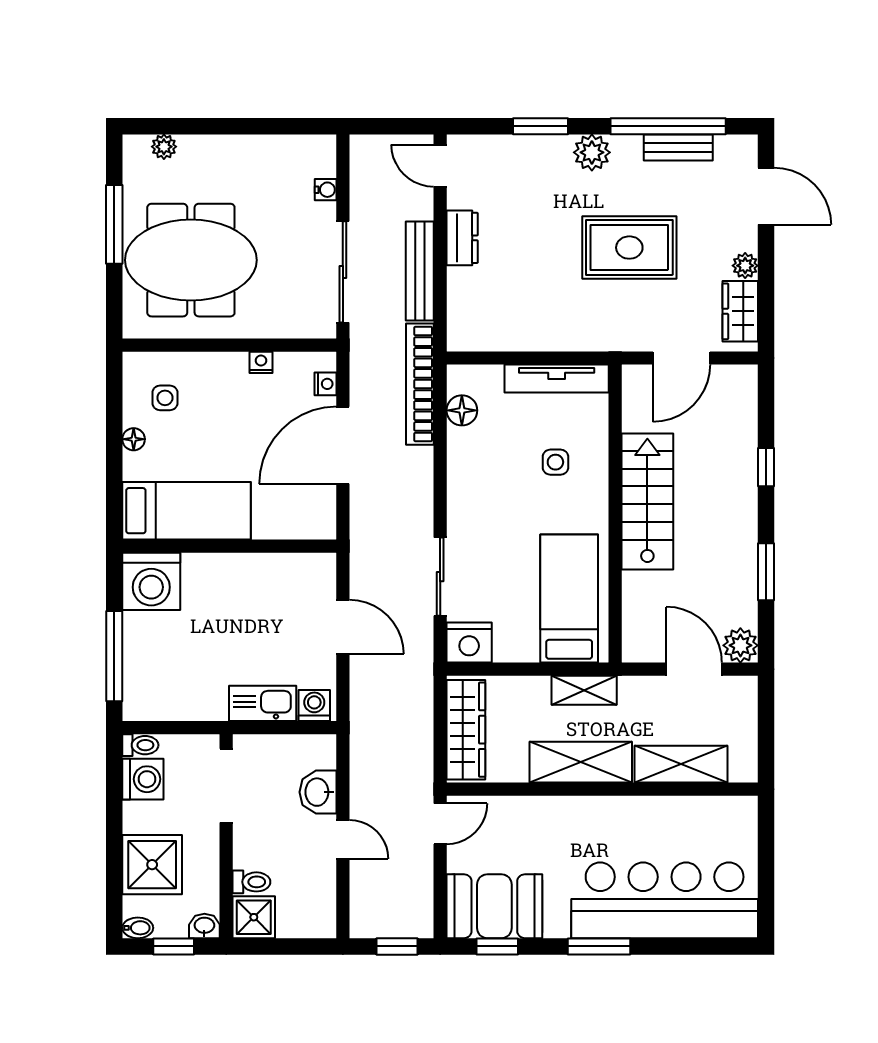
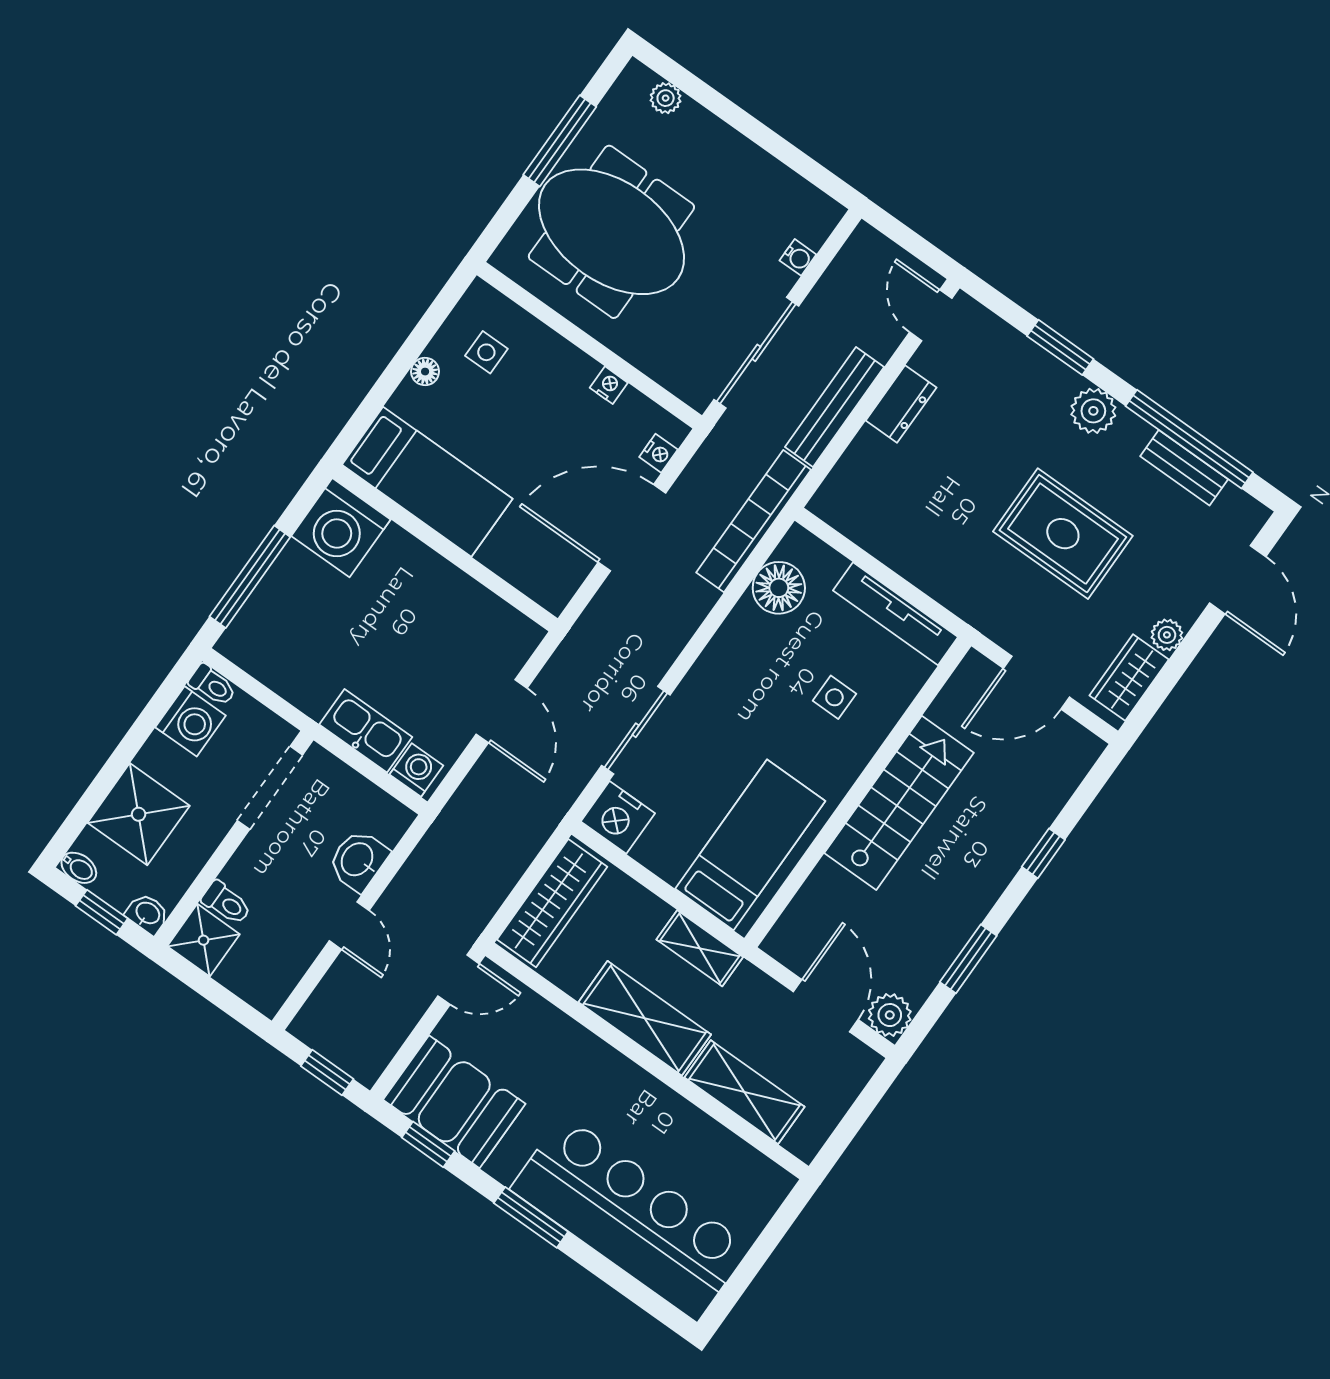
floor lamp: (462, 410) -> (779, 588), width x1.38, depth x1.38

